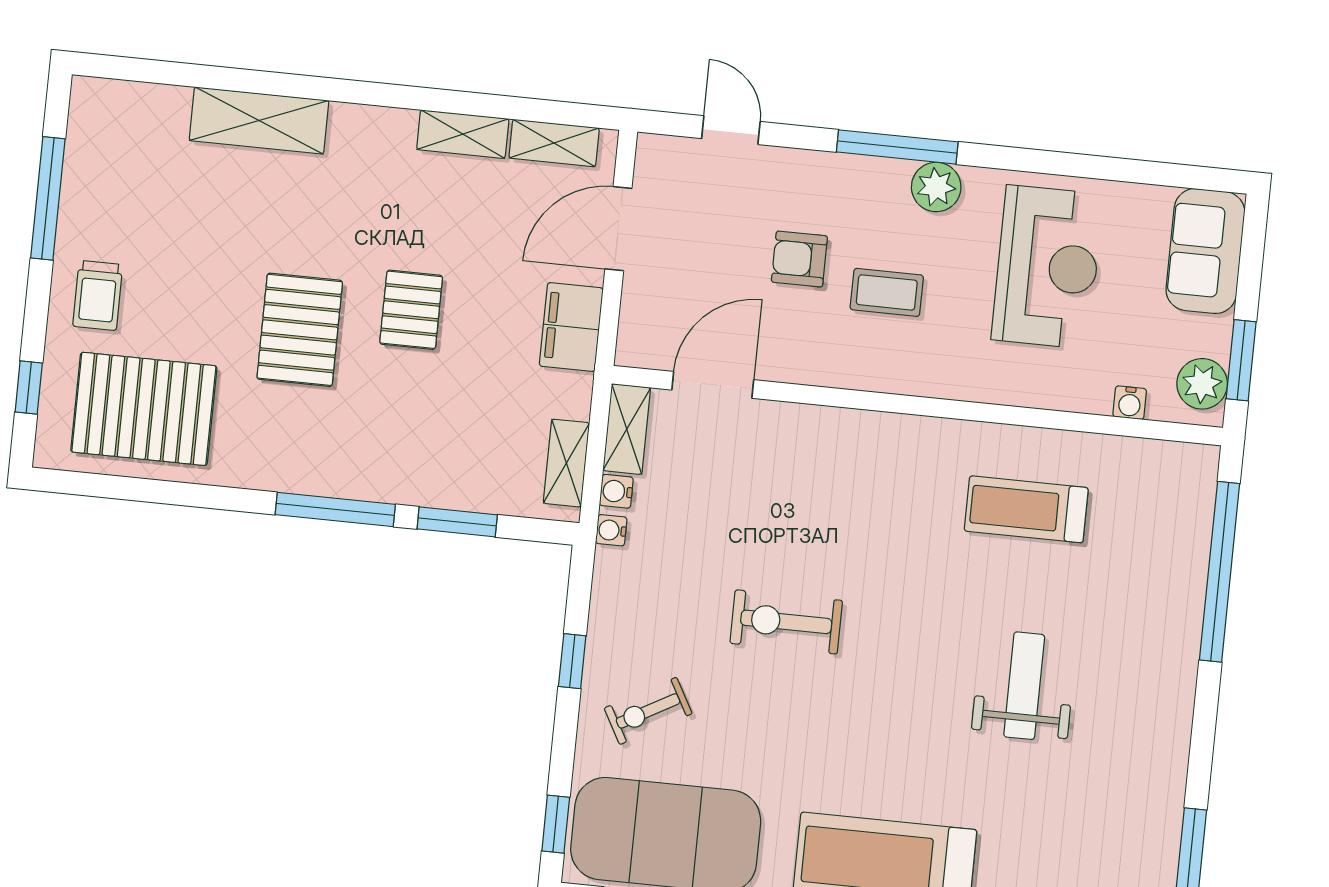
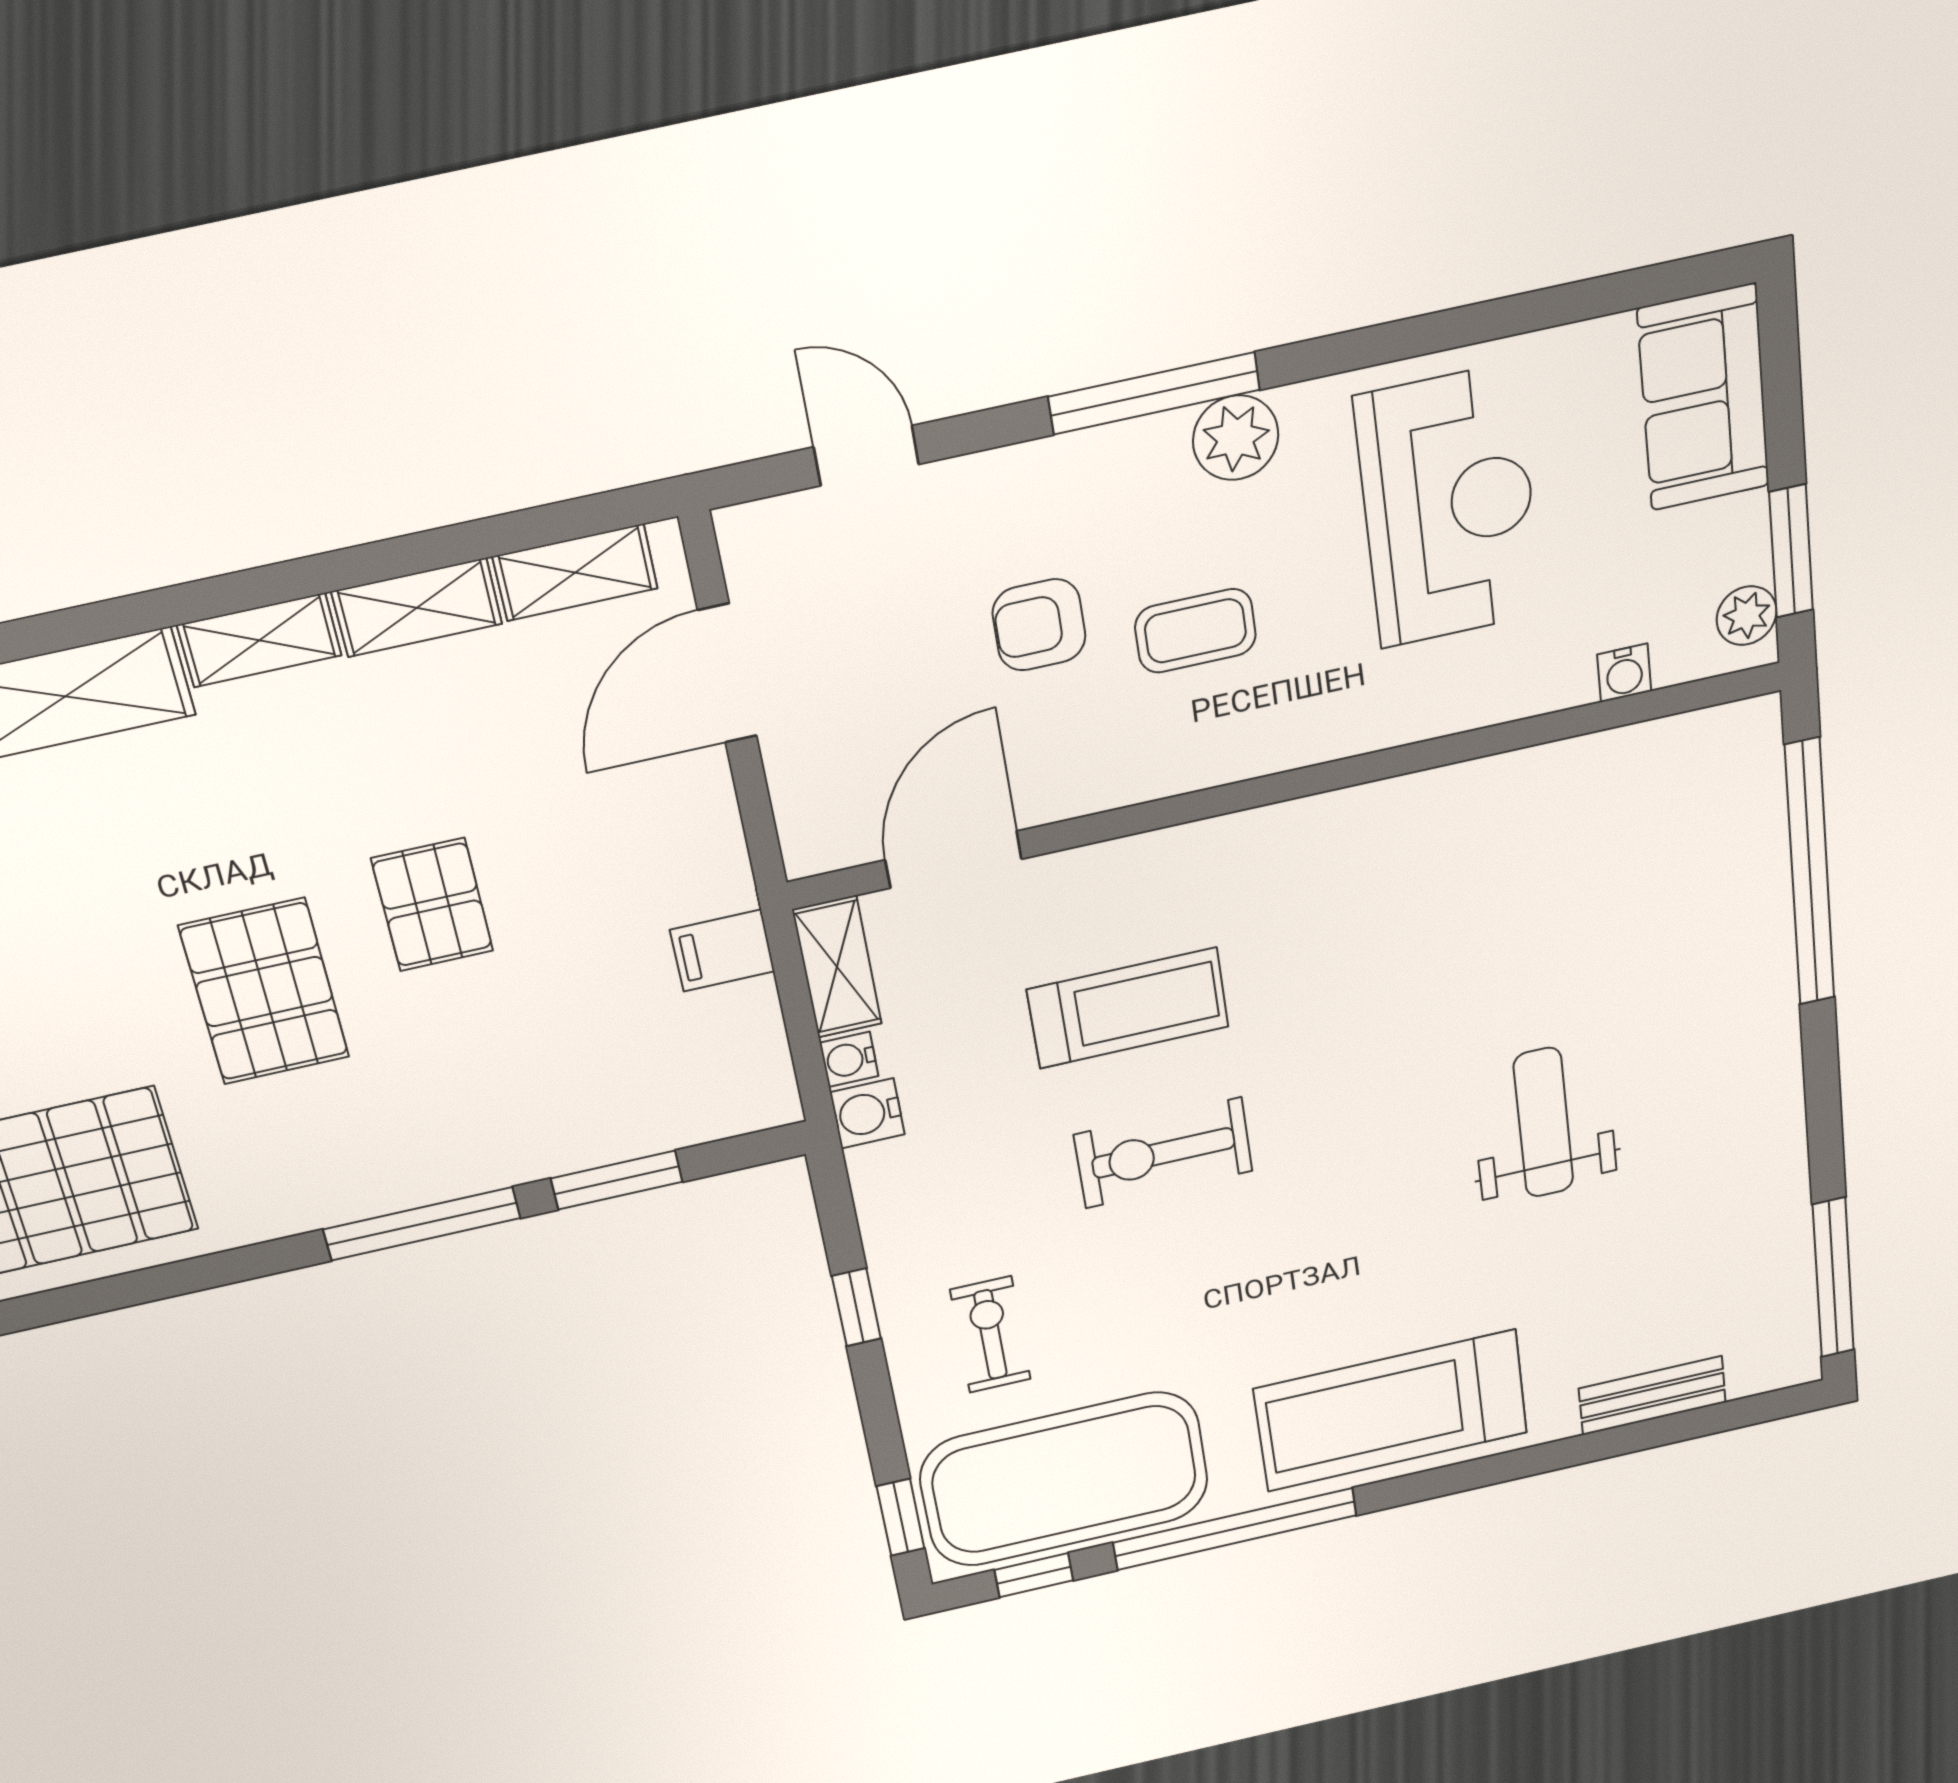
filing cabinet: (571, 327) -> (722, 951), moved, width x0.50
plant: (1202, 384) -> (1747, 616), width x0.73, depth x0.73
shelving: (566, 463) -> (259, 640), moved, turned 90
treadmill: (1026, 509) -> (1128, 1008), moved, turned 180
water cooler: (611, 530) -> (867, 1113), width x1.38, depth x1.38
exercise bike: (648, 711) -> (990, 1335), turned 119

